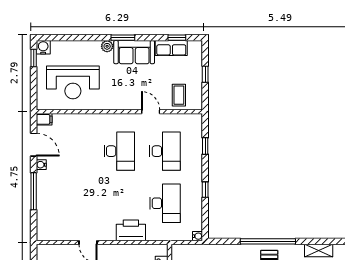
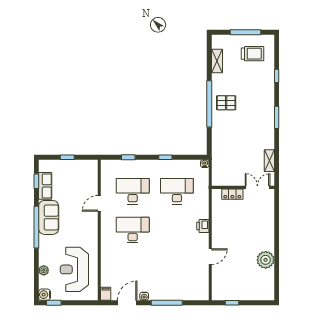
window: (123, 38) -> (36, 227), width x2.11
plant: (107, 46) -> (44, 270), moved
reception desk: (73, 82) -> (74, 269), turned 180
coffee table: (179, 95) -> (85, 179), removed
printer: (131, 230) -> (203, 226), width x0.53, depth x0.68

